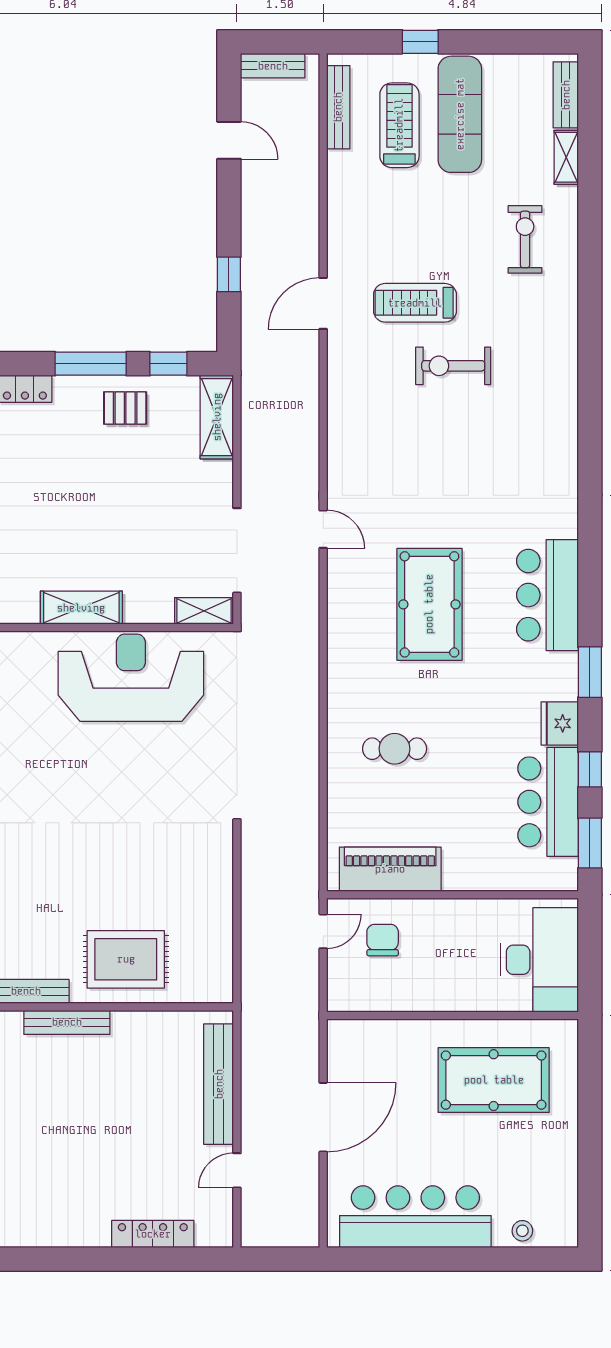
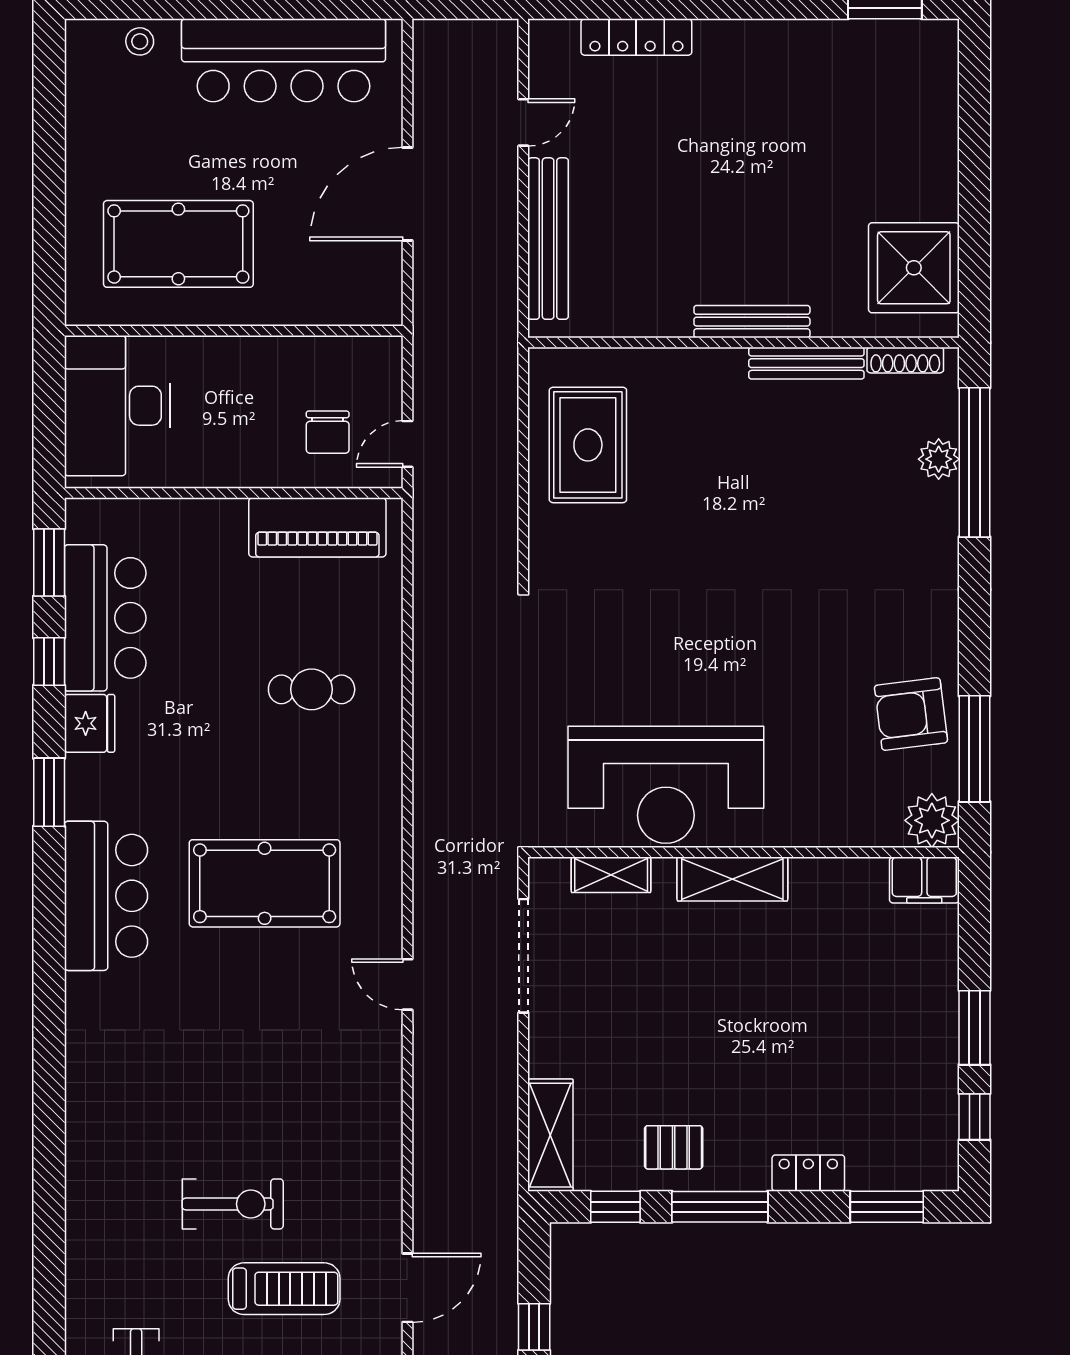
pool table: (429, 604) -> (265, 883), turned 90
shelving: (204, 611) -> (611, 875), moved
rug: (126, 959) -> (588, 445), moved, turned 90

